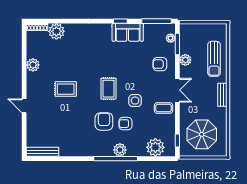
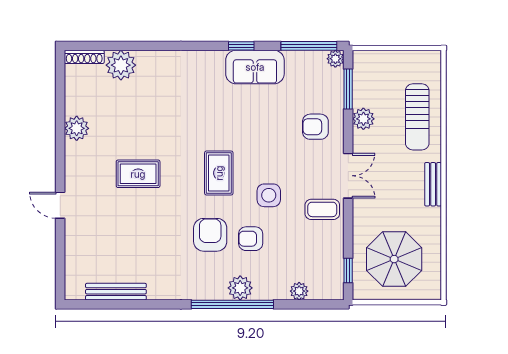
plant: (171, 38) -> (335, 59), moved
plant: (155, 147) -> (299, 291), width x0.53, depth x0.53
bench: (43, 152) -> (116, 292), moved

